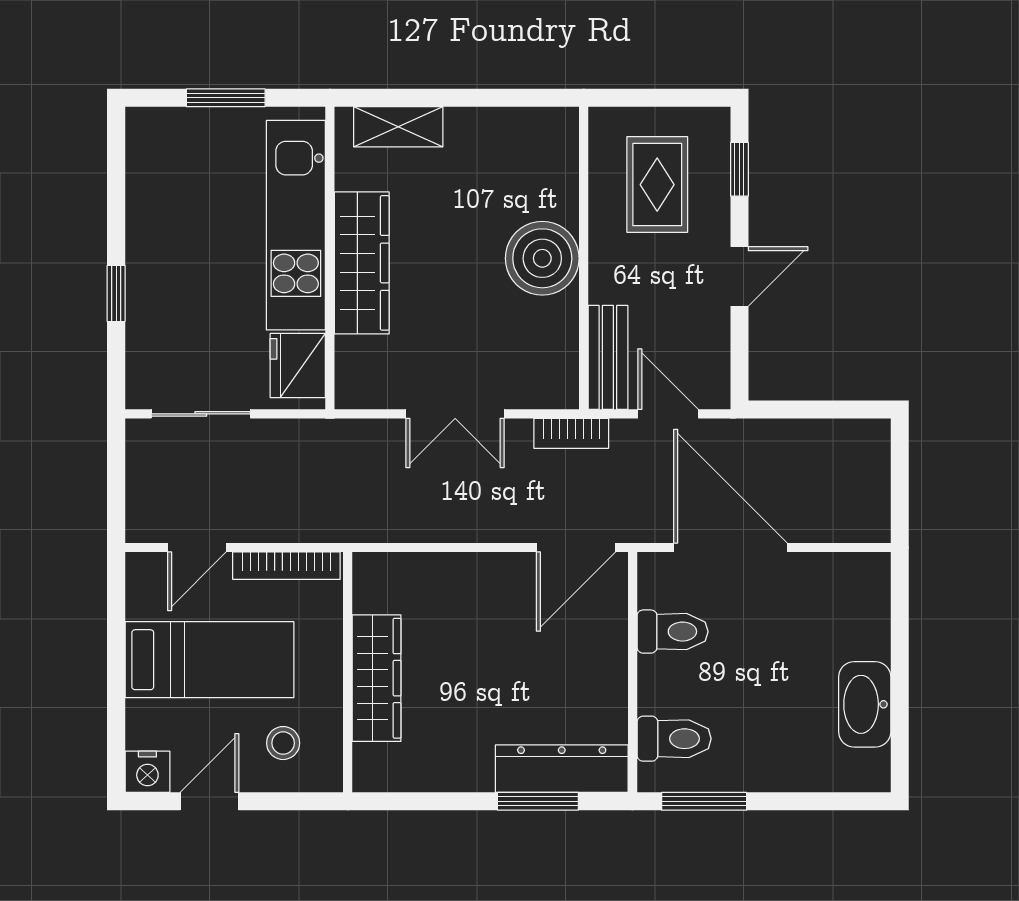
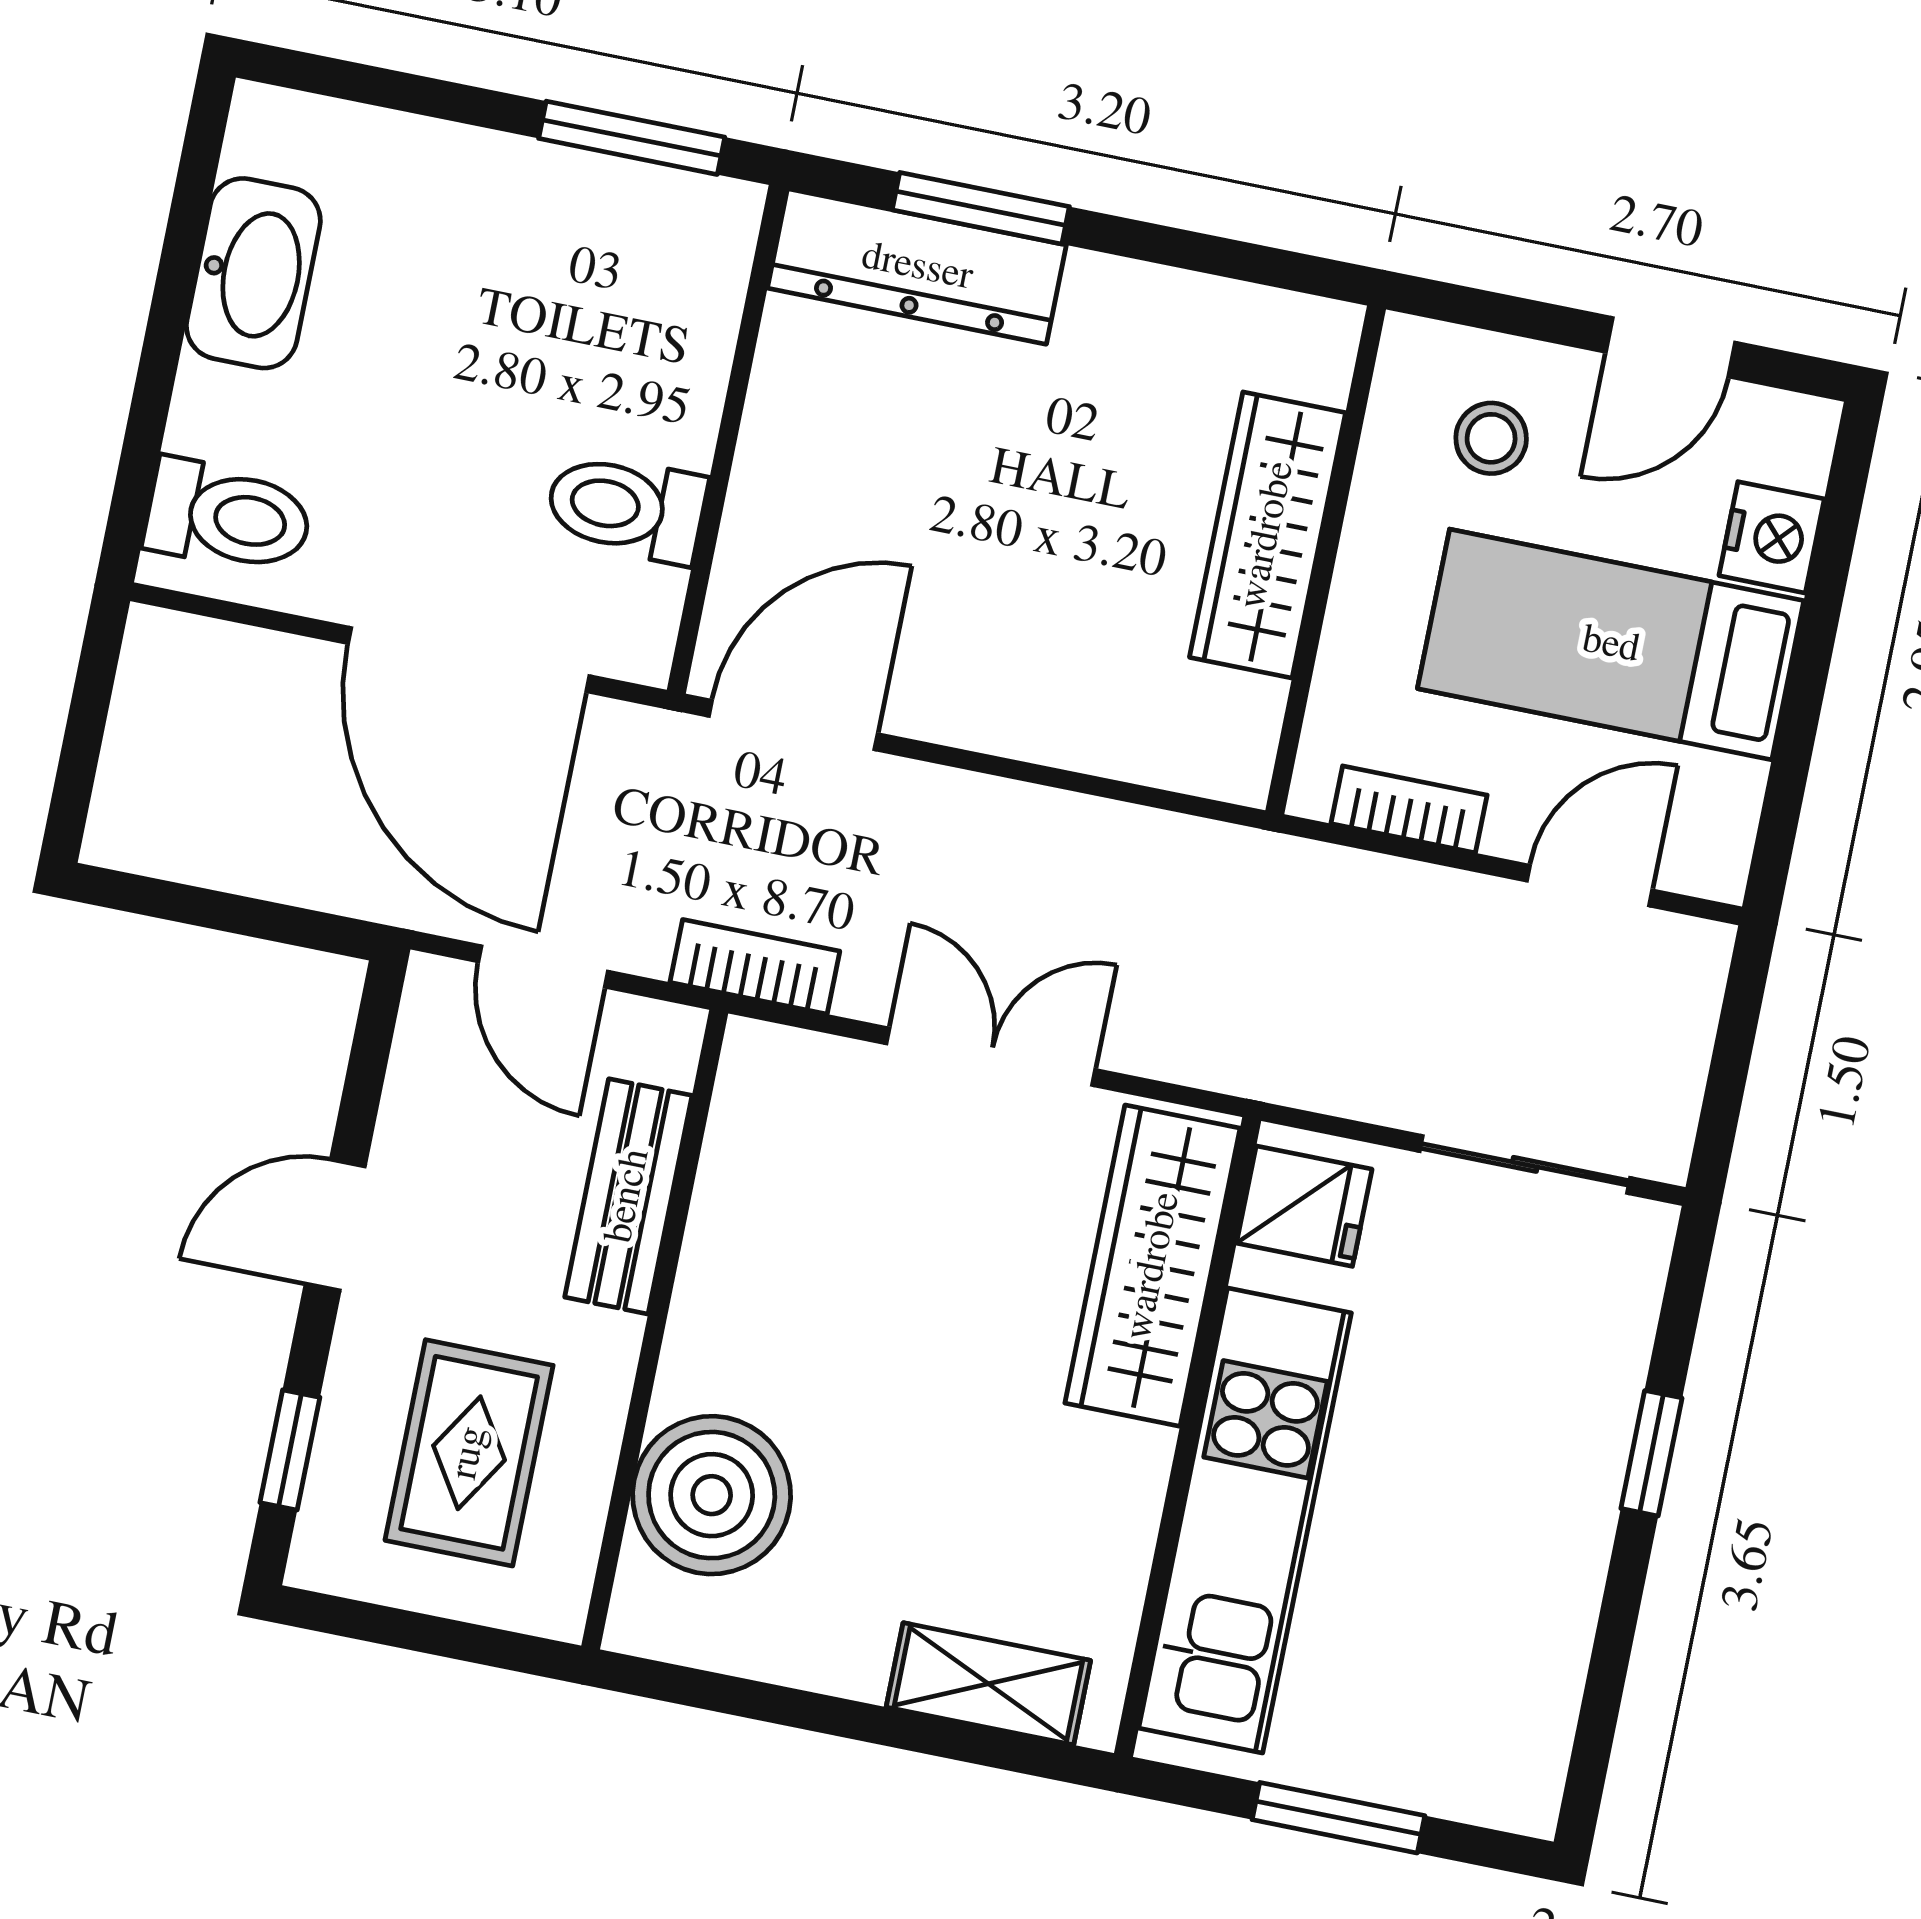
boiler: (542, 258) -> (712, 1495), moved
wardrobe: (362, 263) -> (1153, 1266), moved
bench: (608, 357) -> (628, 1196), moved
fridge: (298, 366) -> (1304, 1206), width x0.72
bookcase: (286, 566) -> (1409, 809), width x0.64
toilet: (674, 739) -> (228, 517), moved, turned 180
nightstand: (147, 772) -> (1772, 537), moved, turned 90

